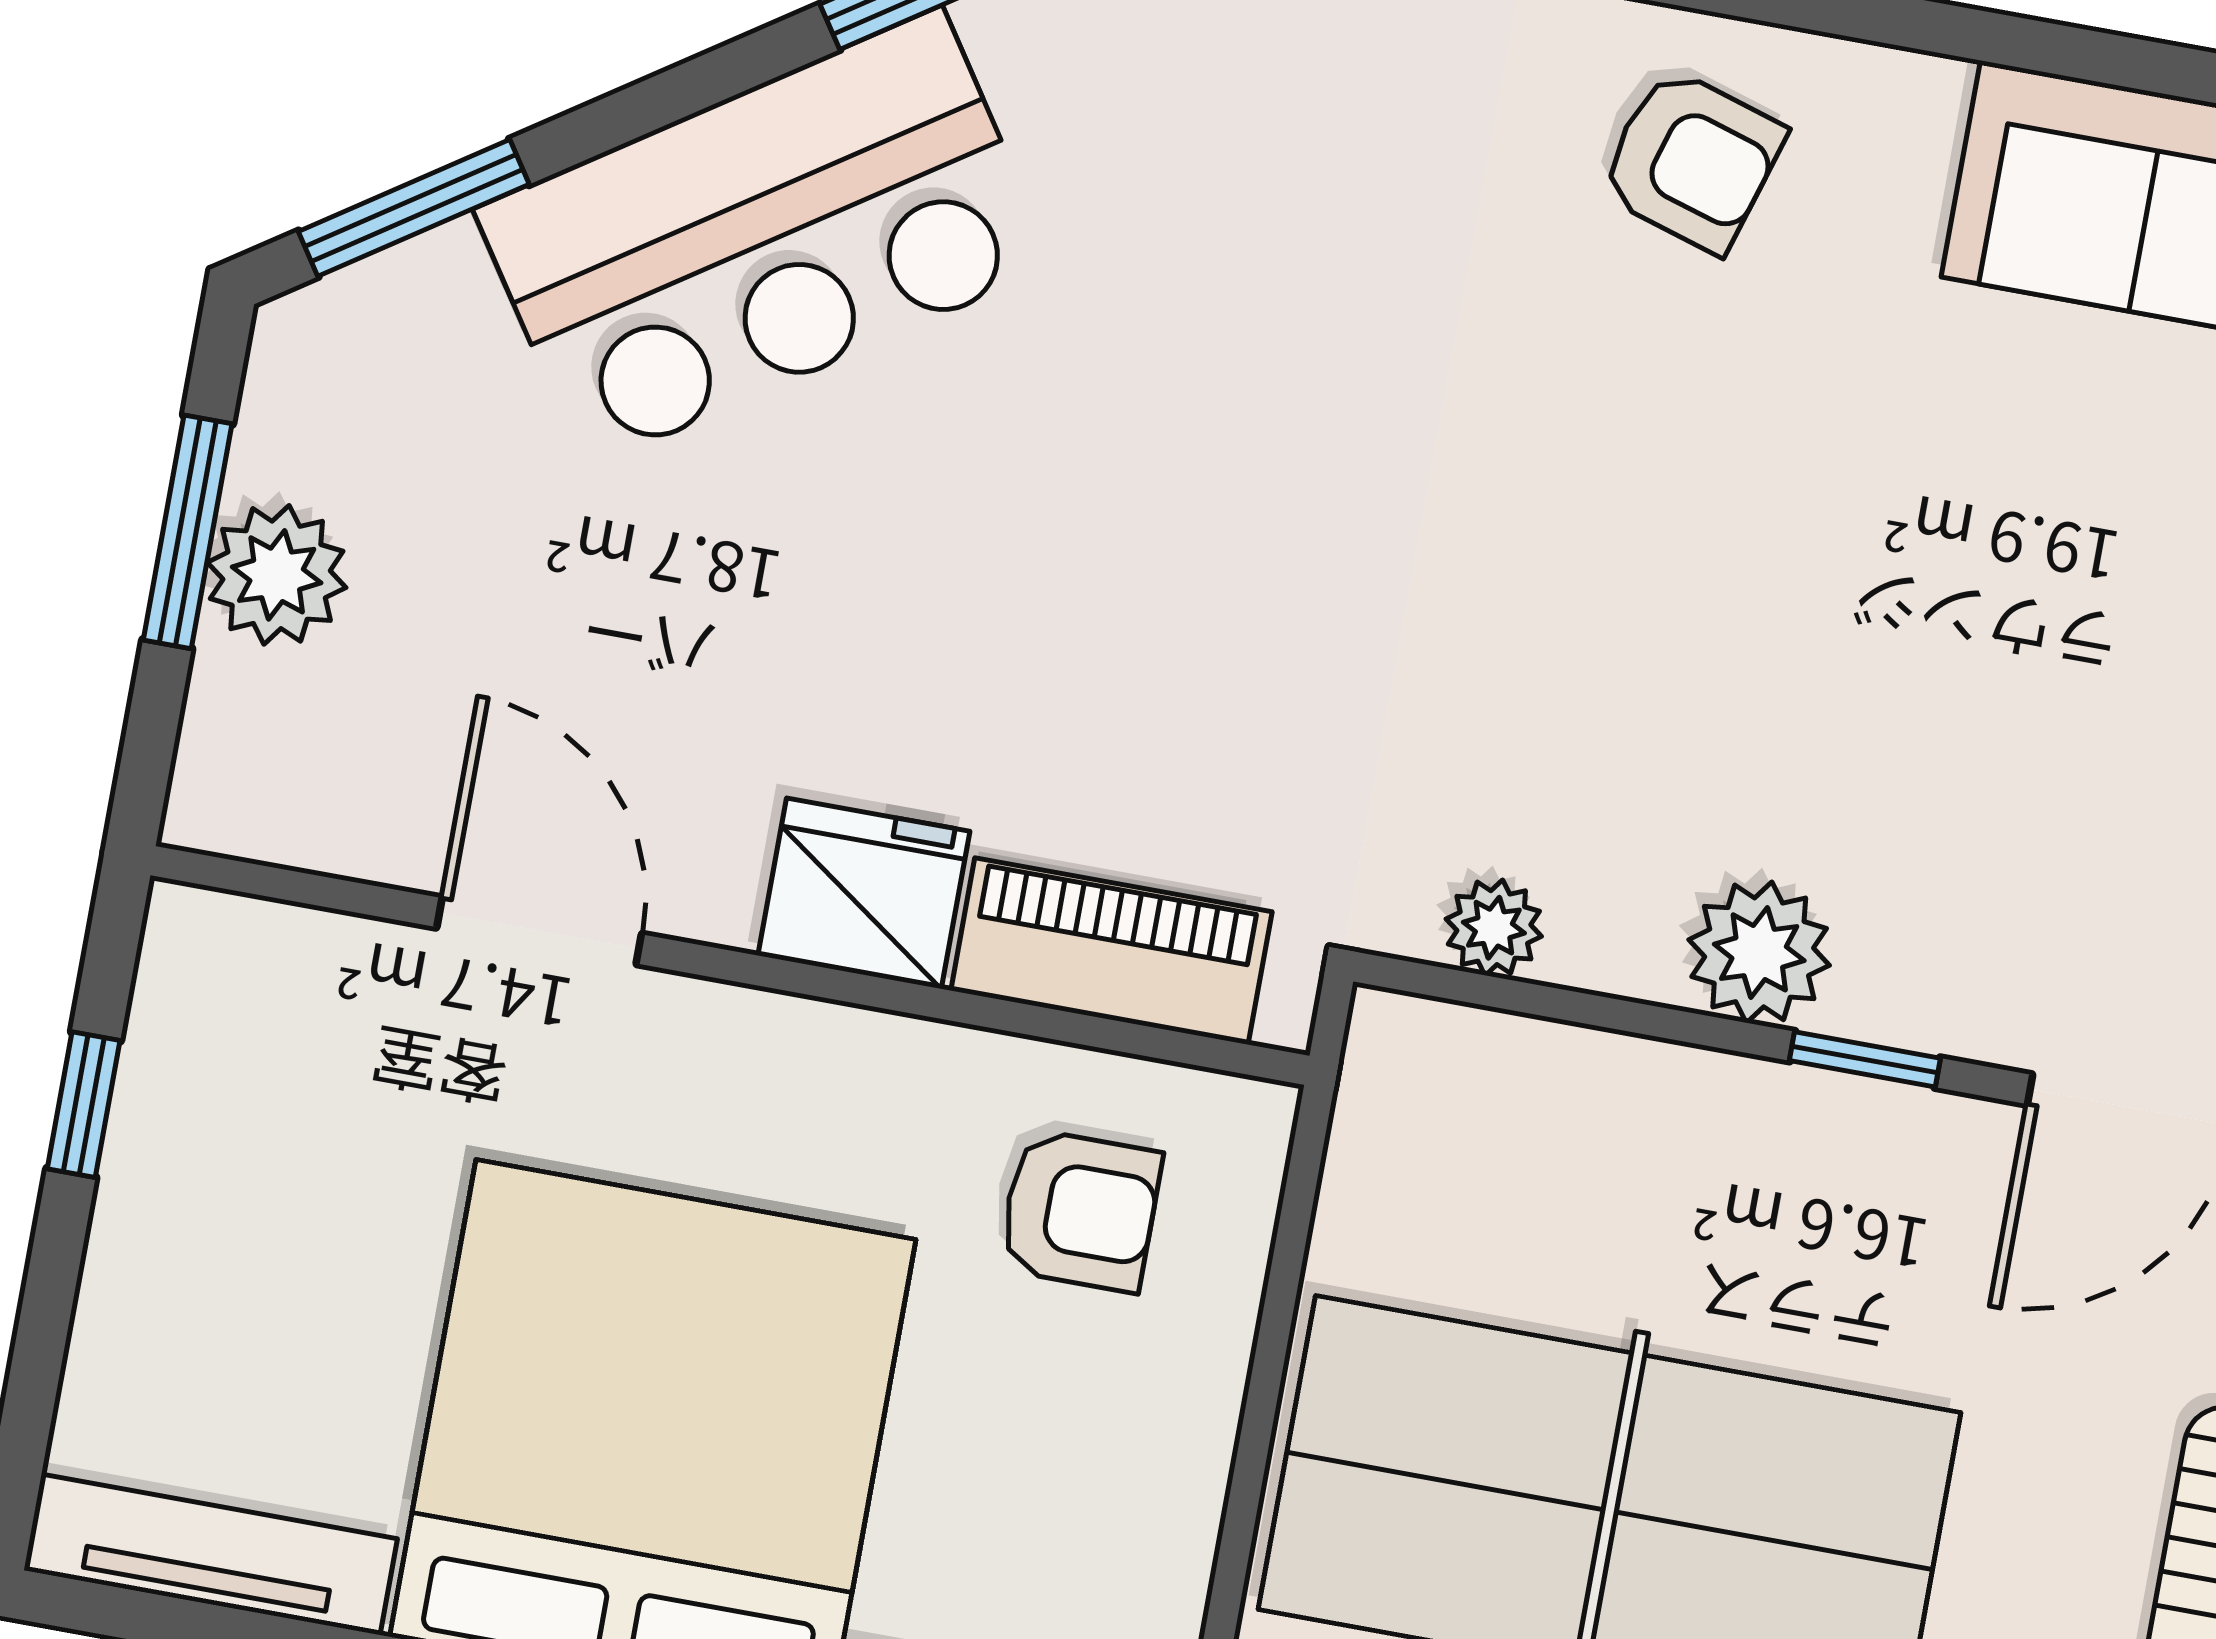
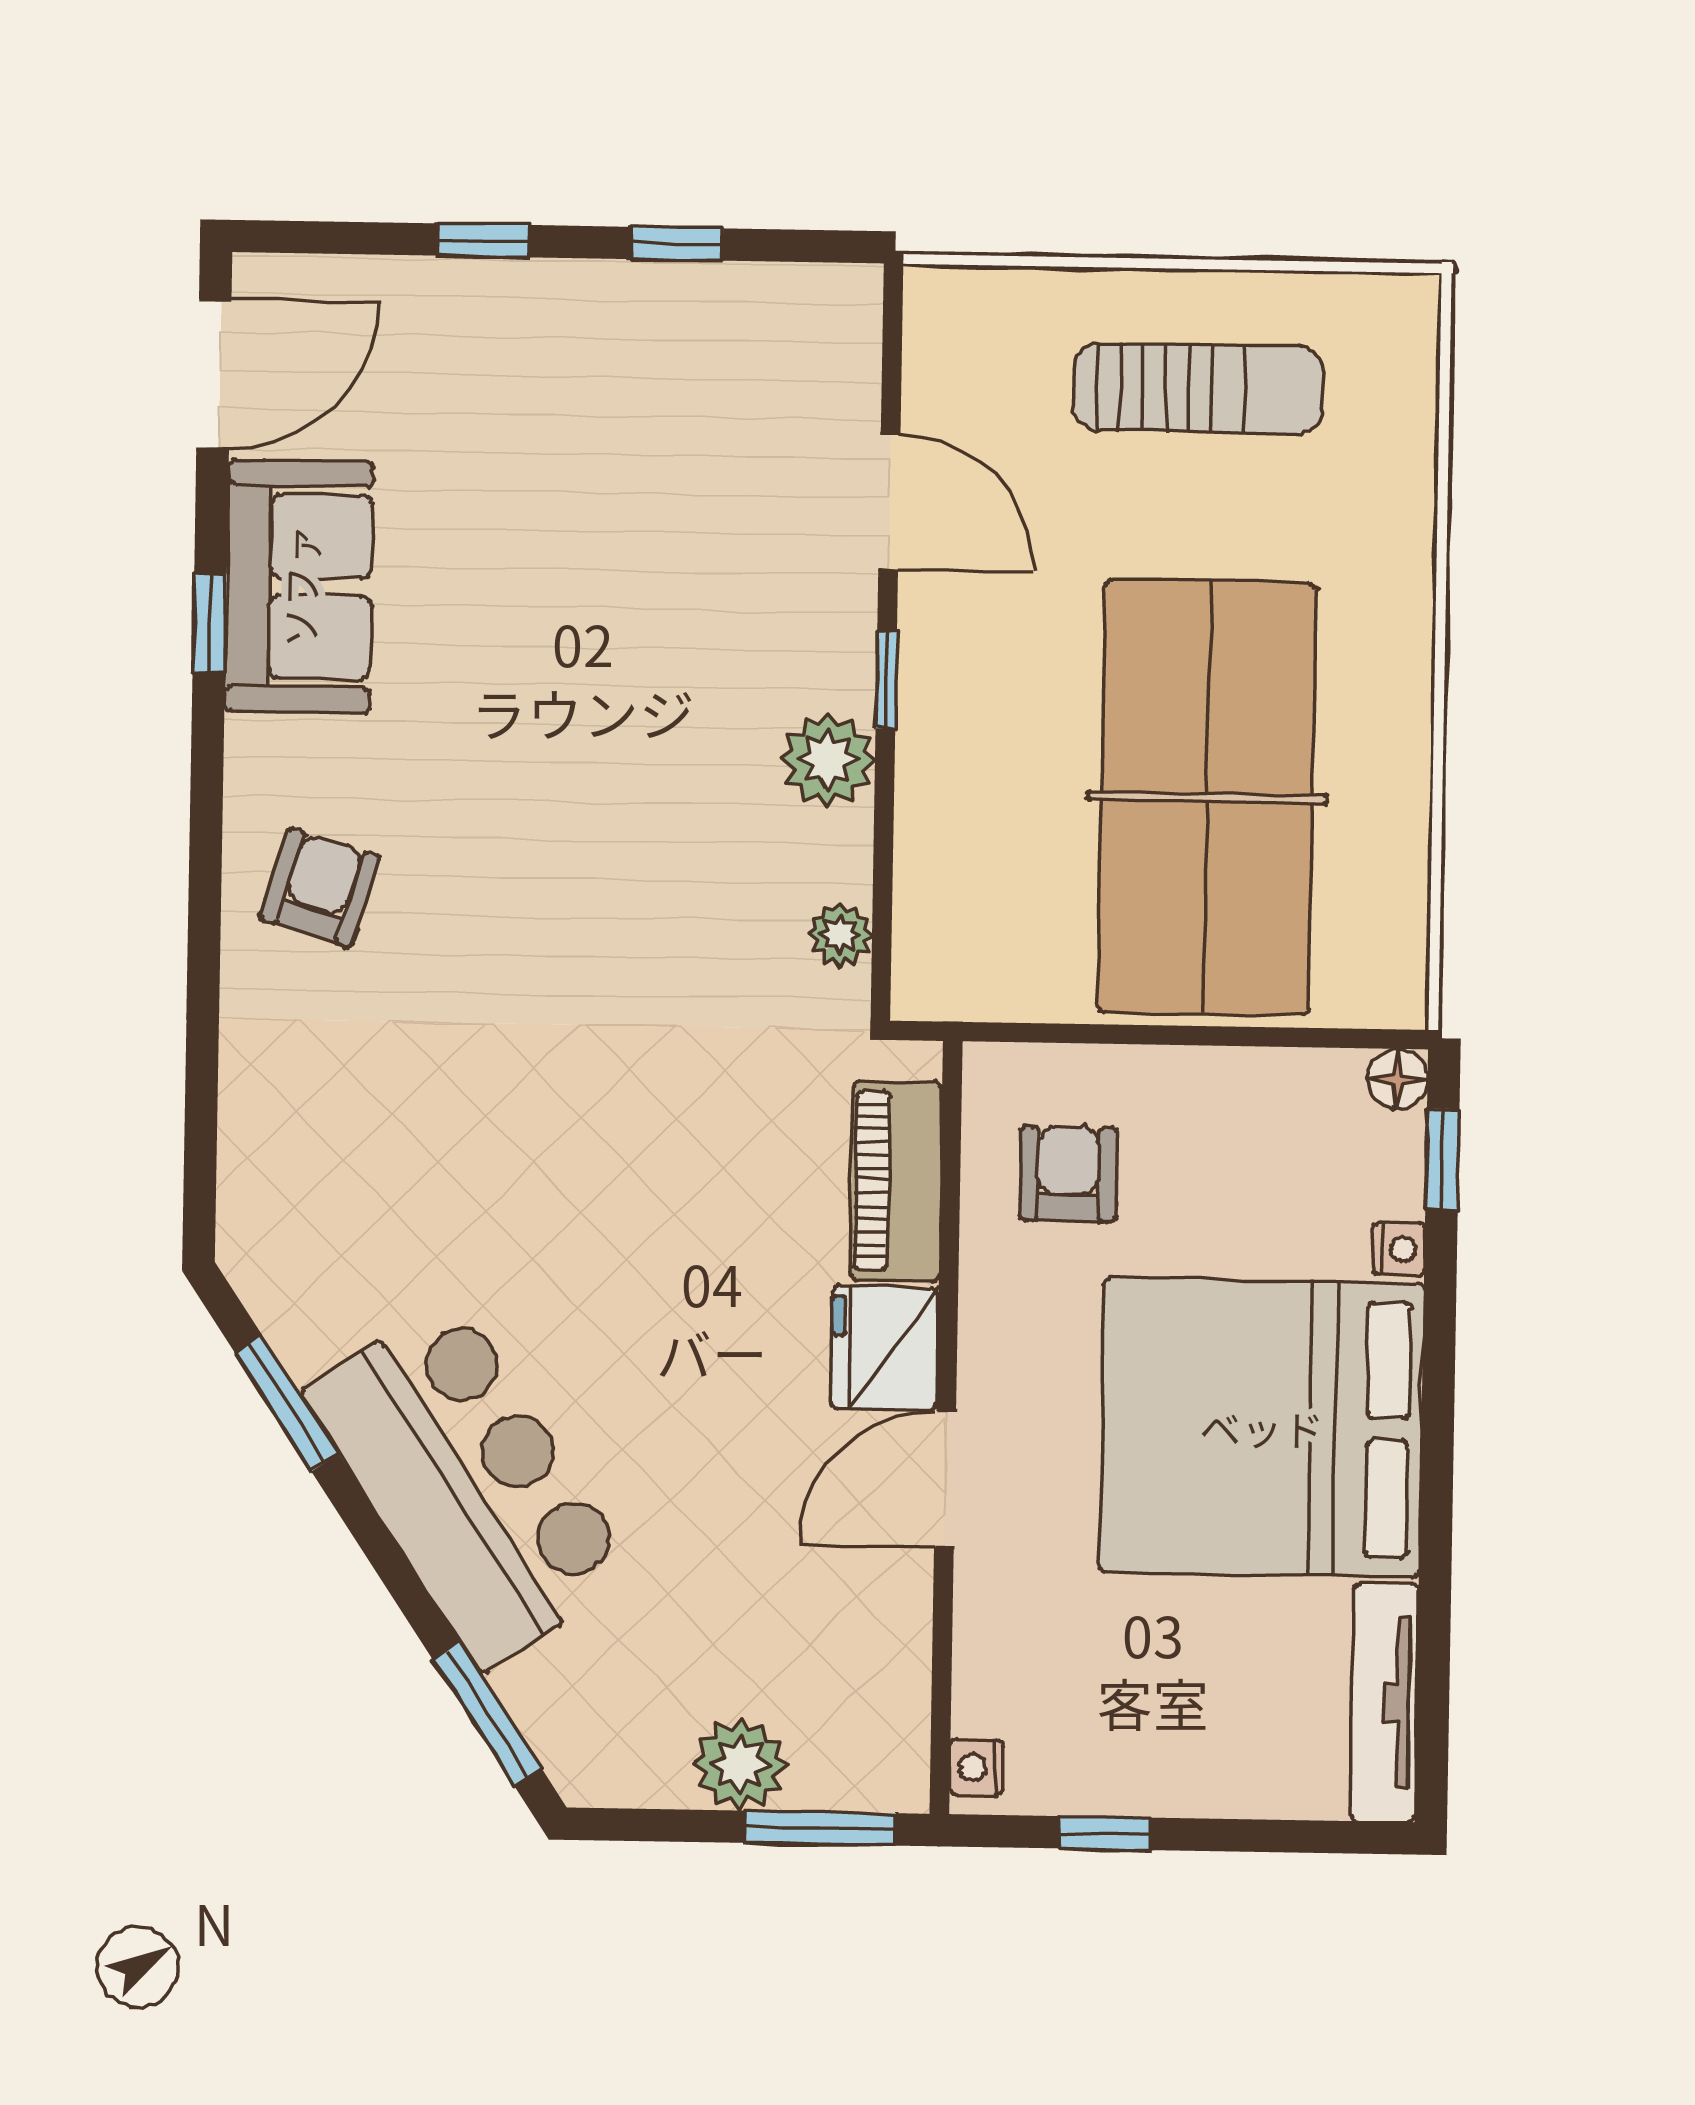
window: (2115, 60) -> (210, 623), added
window: (188, 532) -> (820, 1828), moved
nightstand: (214, 928) -> (977, 1767), added
door: (539, 931) -> (945, 1479), moved

